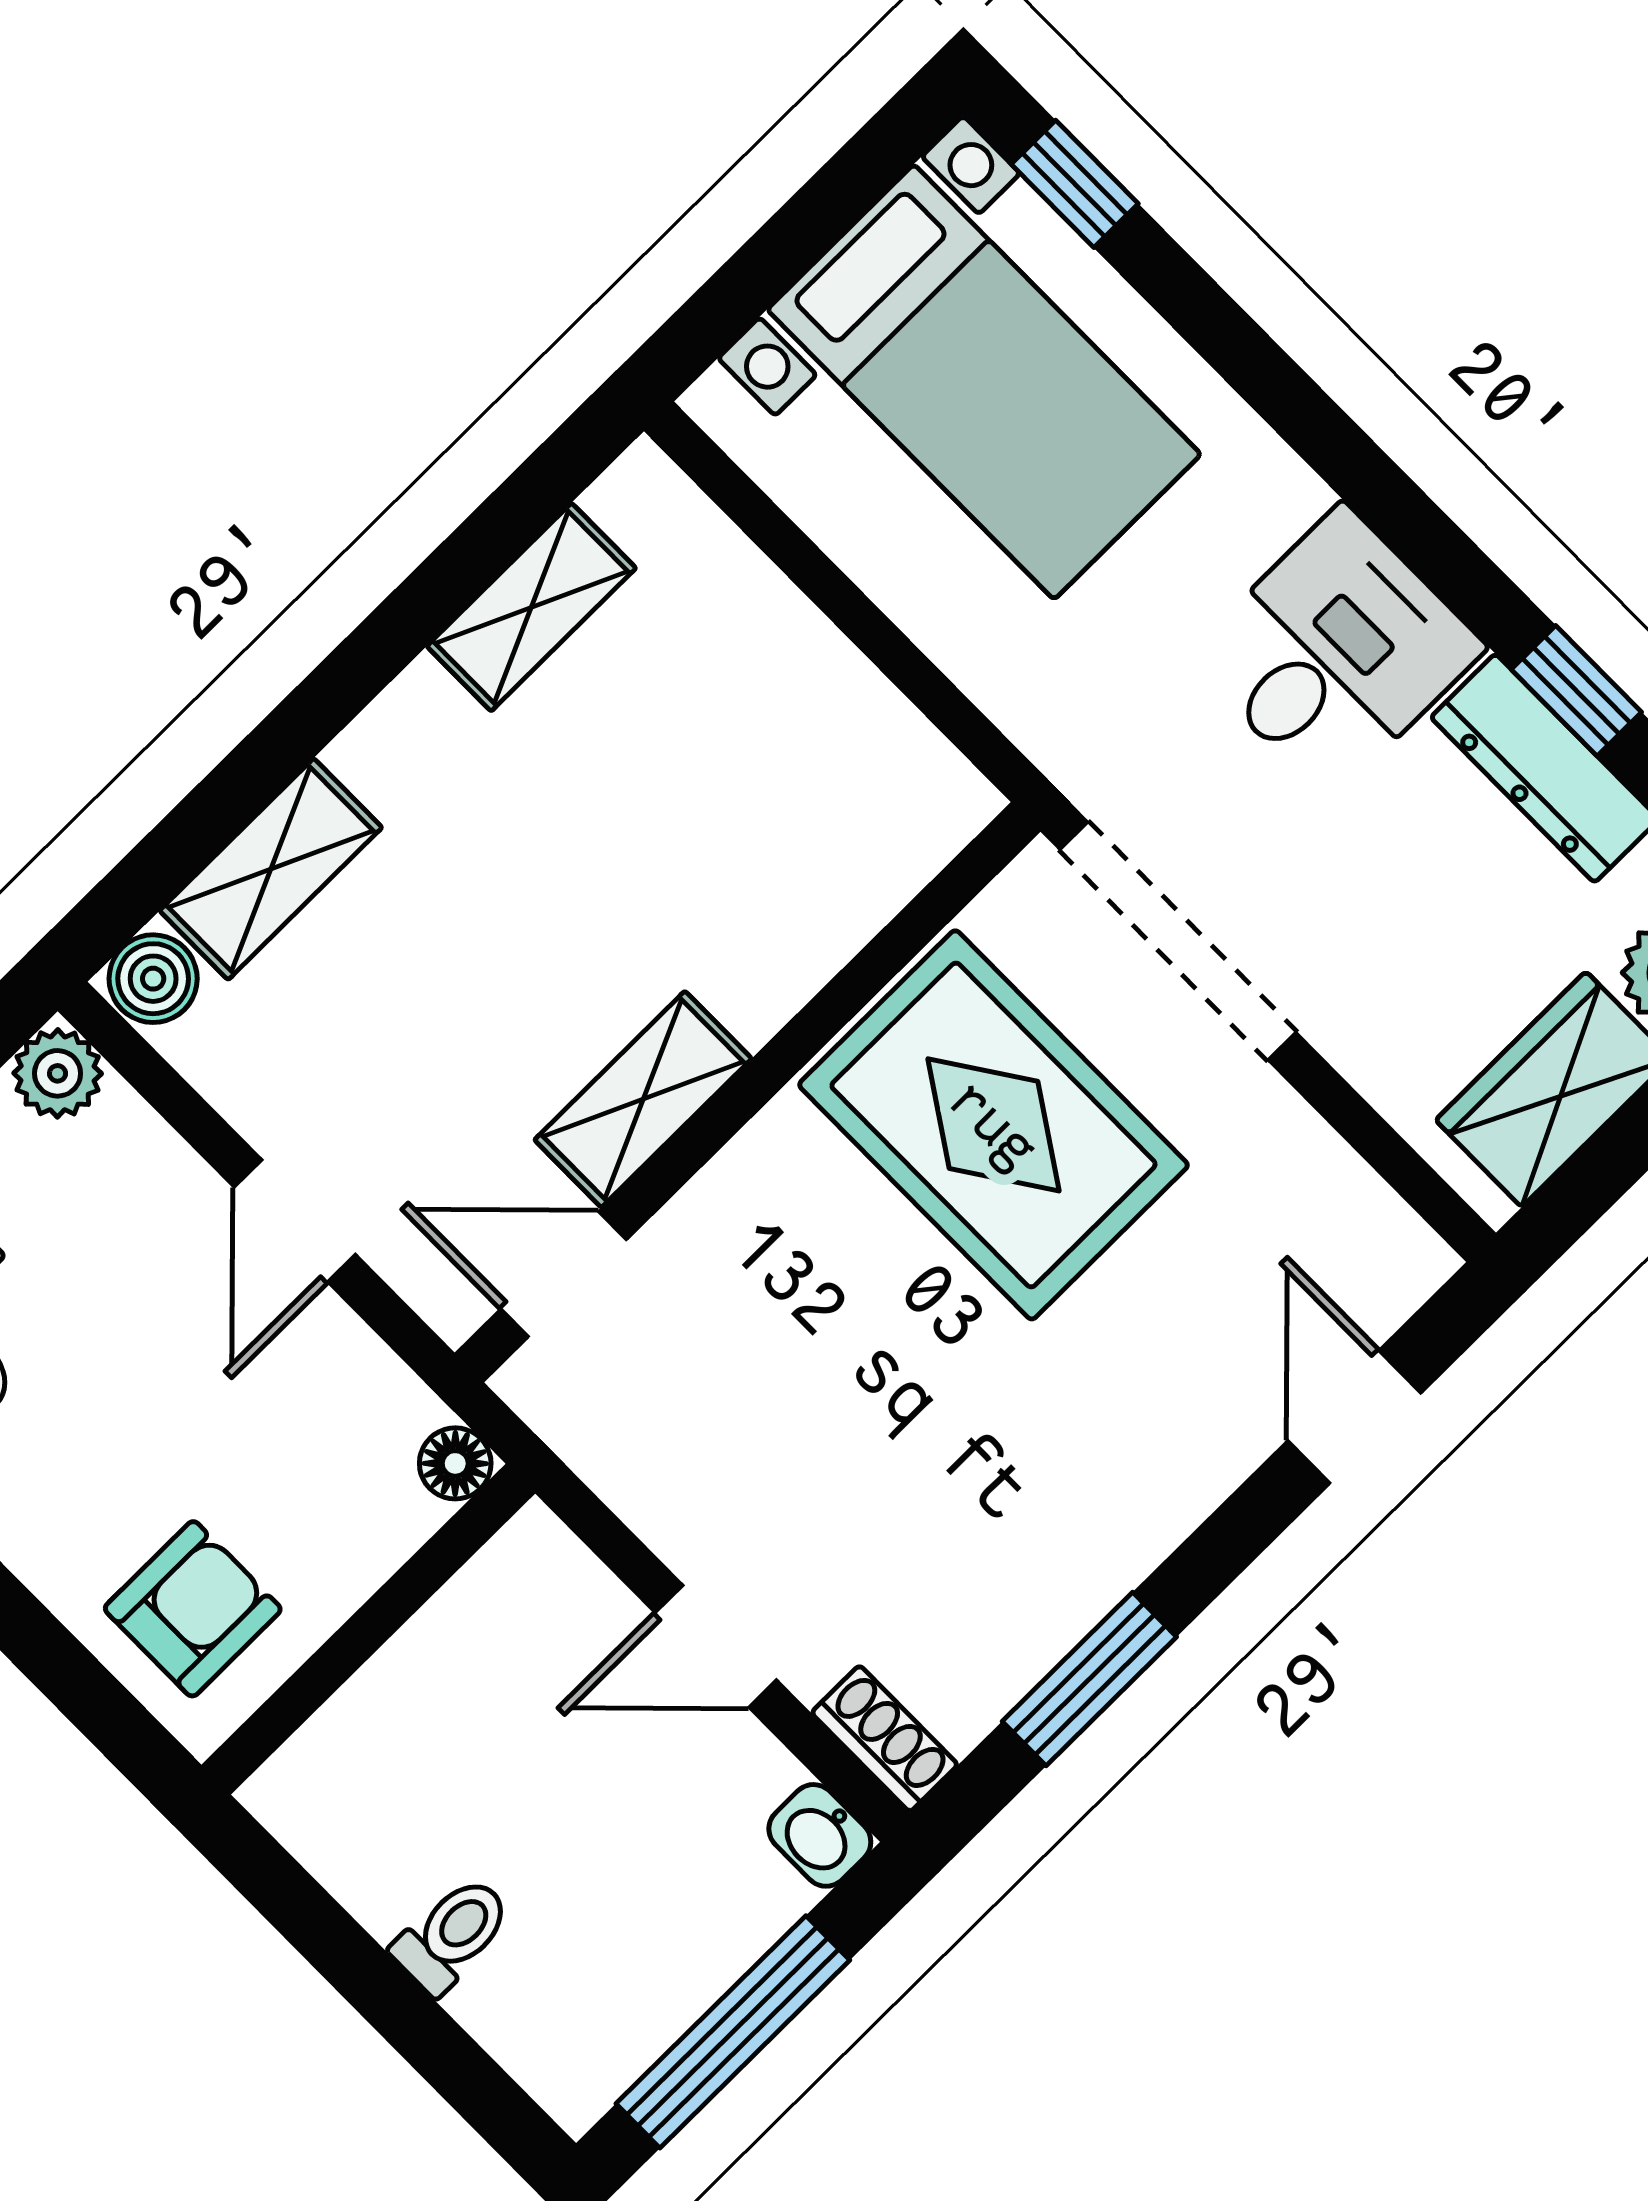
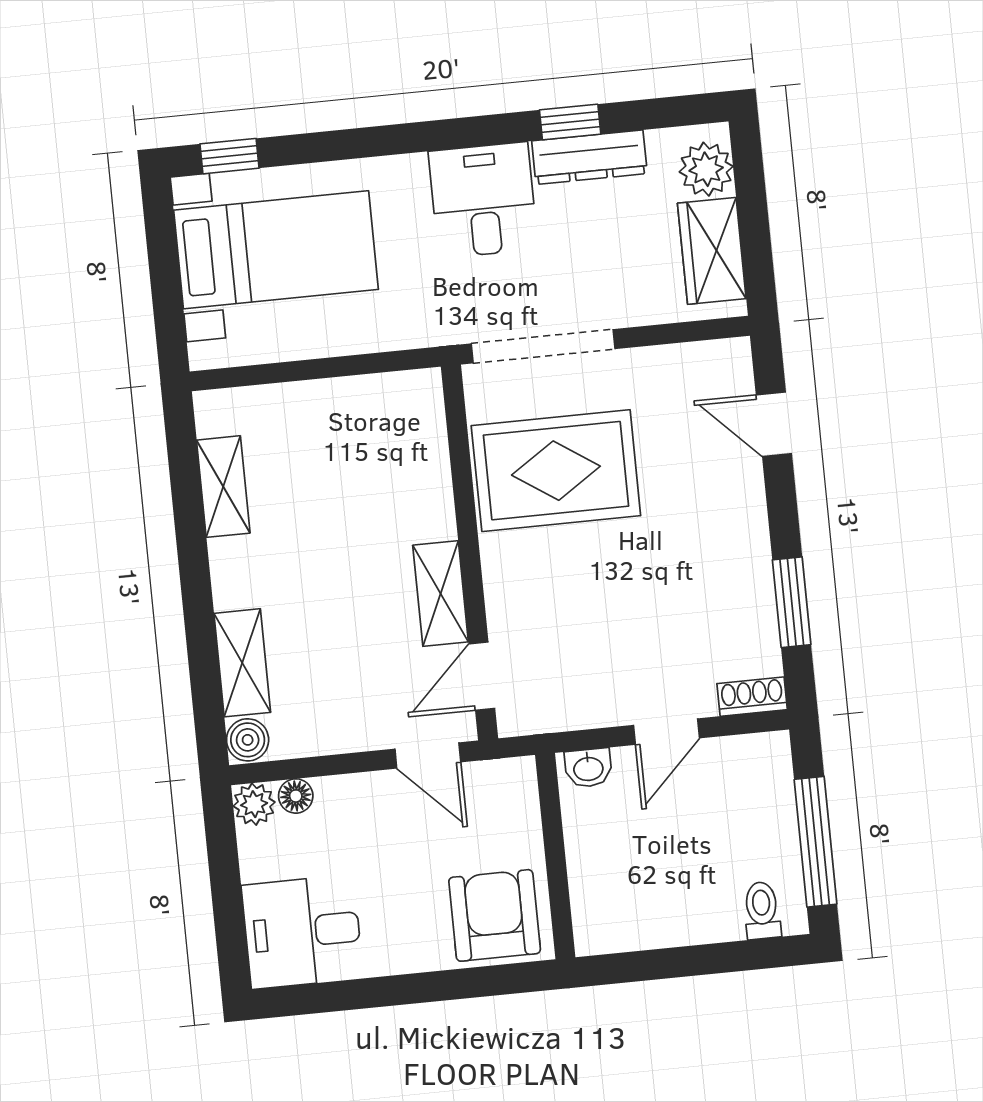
door: (295, 1221) -> (428, 755), moved
floor lamp: (455, 1463) -> (296, 796), moved
armchair: (193, 1609) -> (495, 915), width x1.38, depth x1.38
washbasin: (820, 1835) -> (588, 768), moved
toilet: (452, 1935) -> (762, 910), moved

